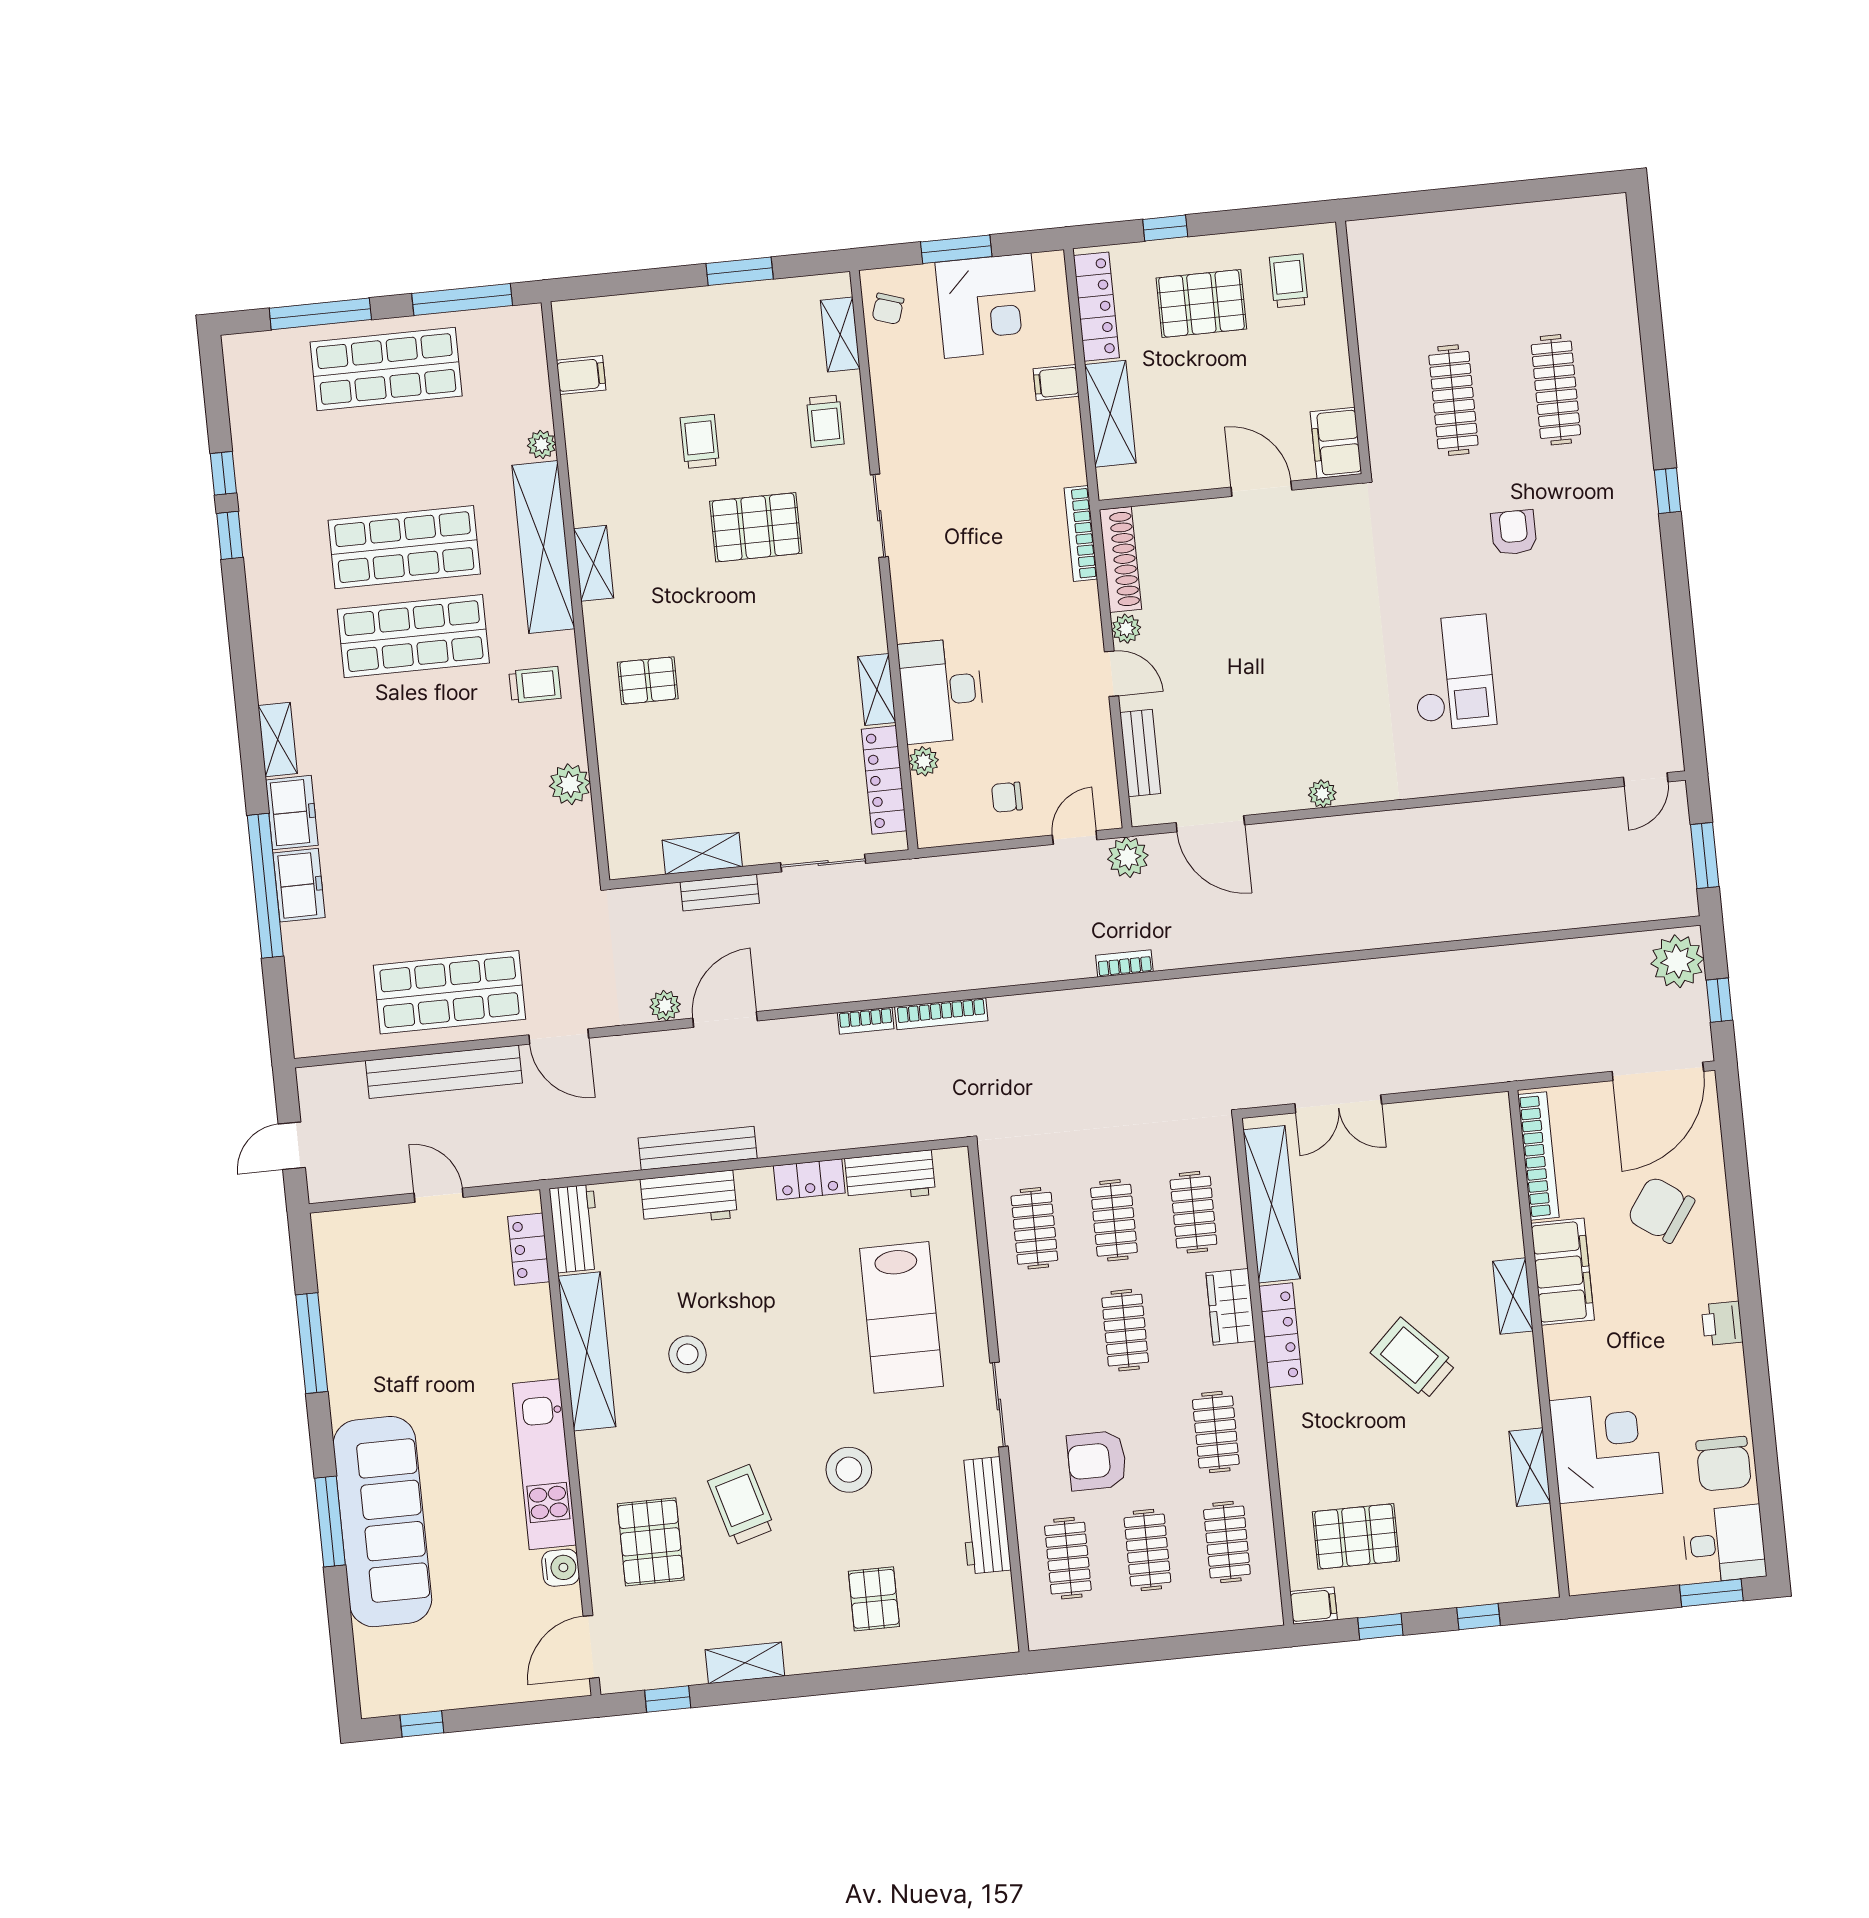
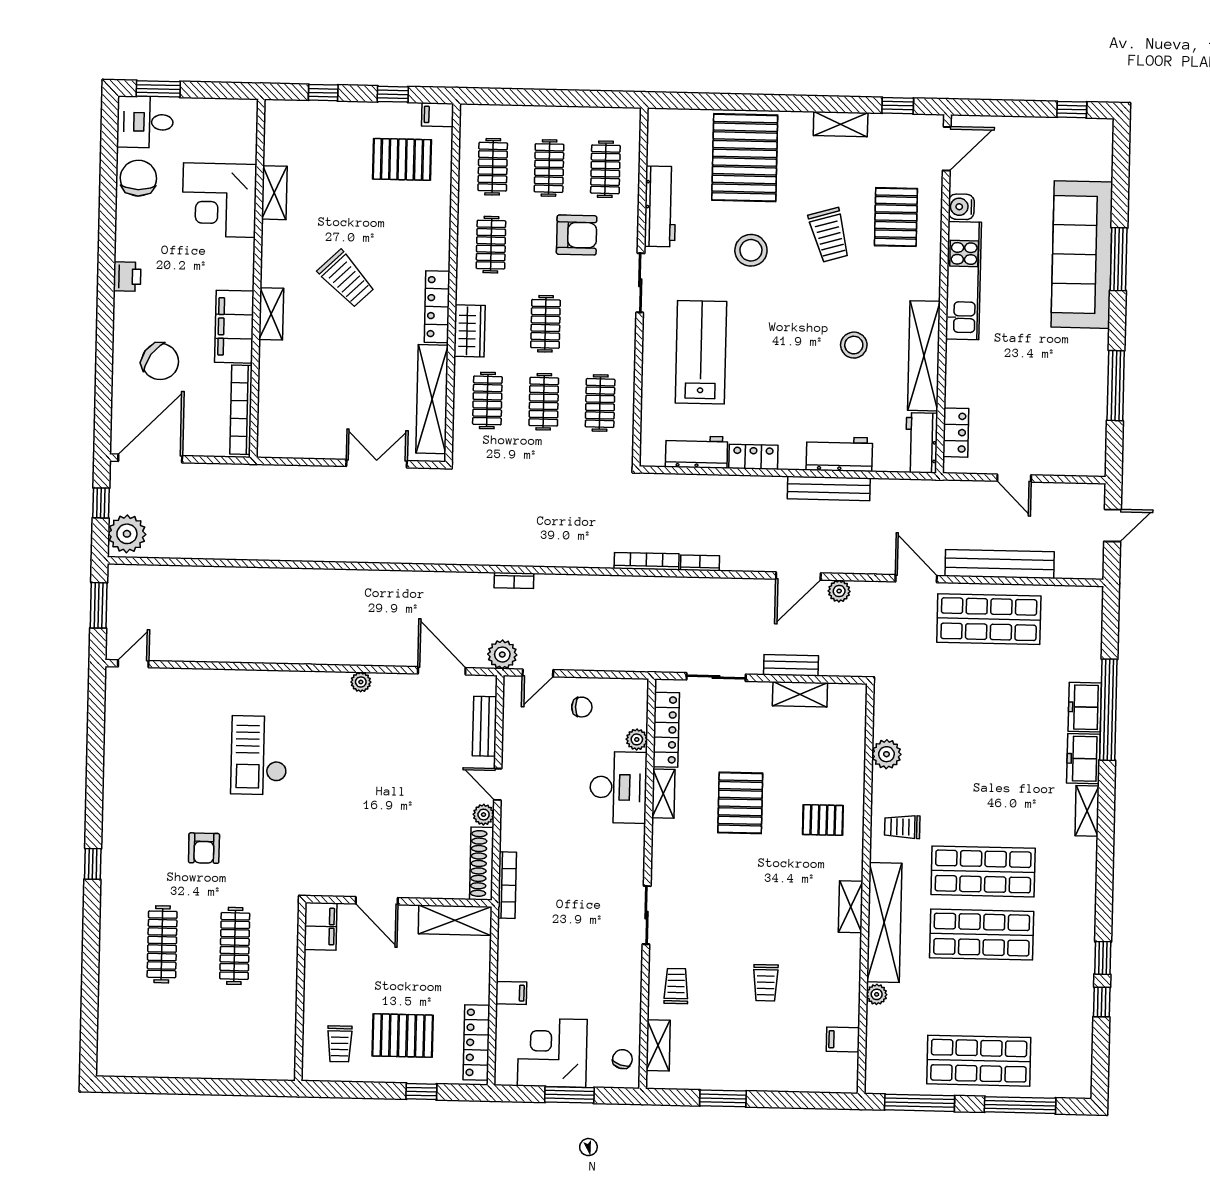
shelving: (1110, 414) -> (455, 920), moved, turned 90
pallet: (756, 527) -> (740, 803), moved, turned 90
pallet: (874, 1599) -> (745, 158), width x2.05, depth x2.00

